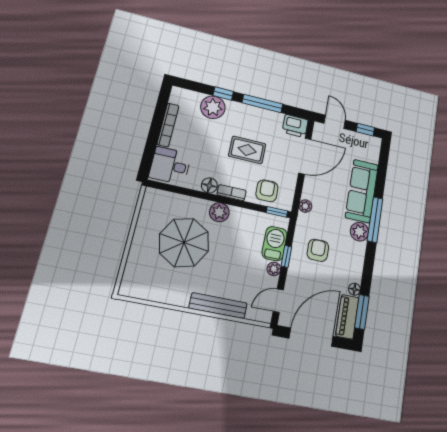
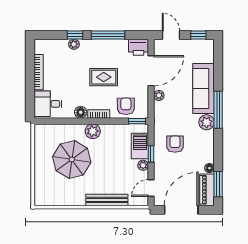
plant: (213, 107) -> (74, 44), width x0.53, depth x0.53
plant: (305, 206) -> (159, 95), moved

